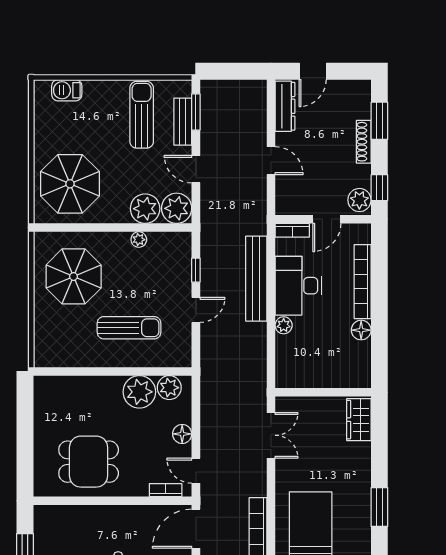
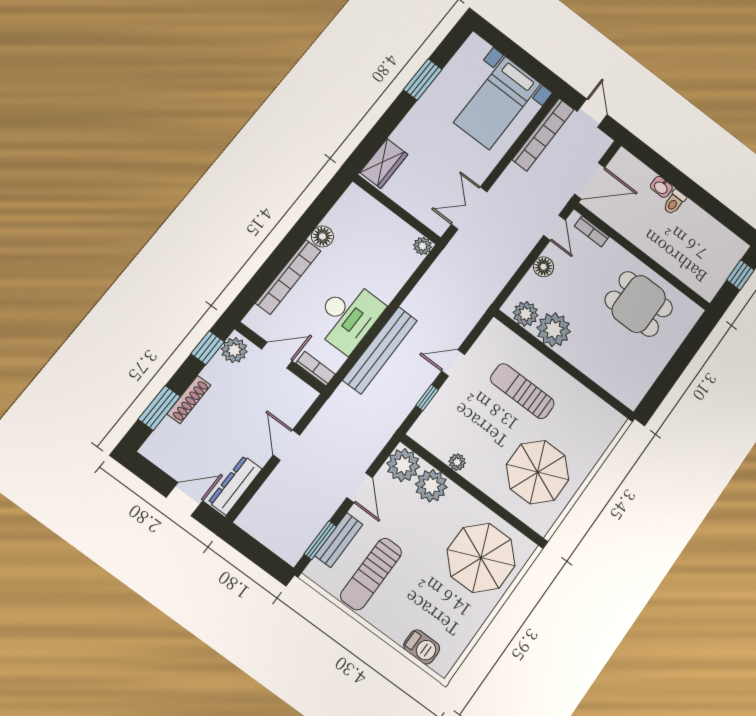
plant: (284, 325) -> (423, 246), moved

